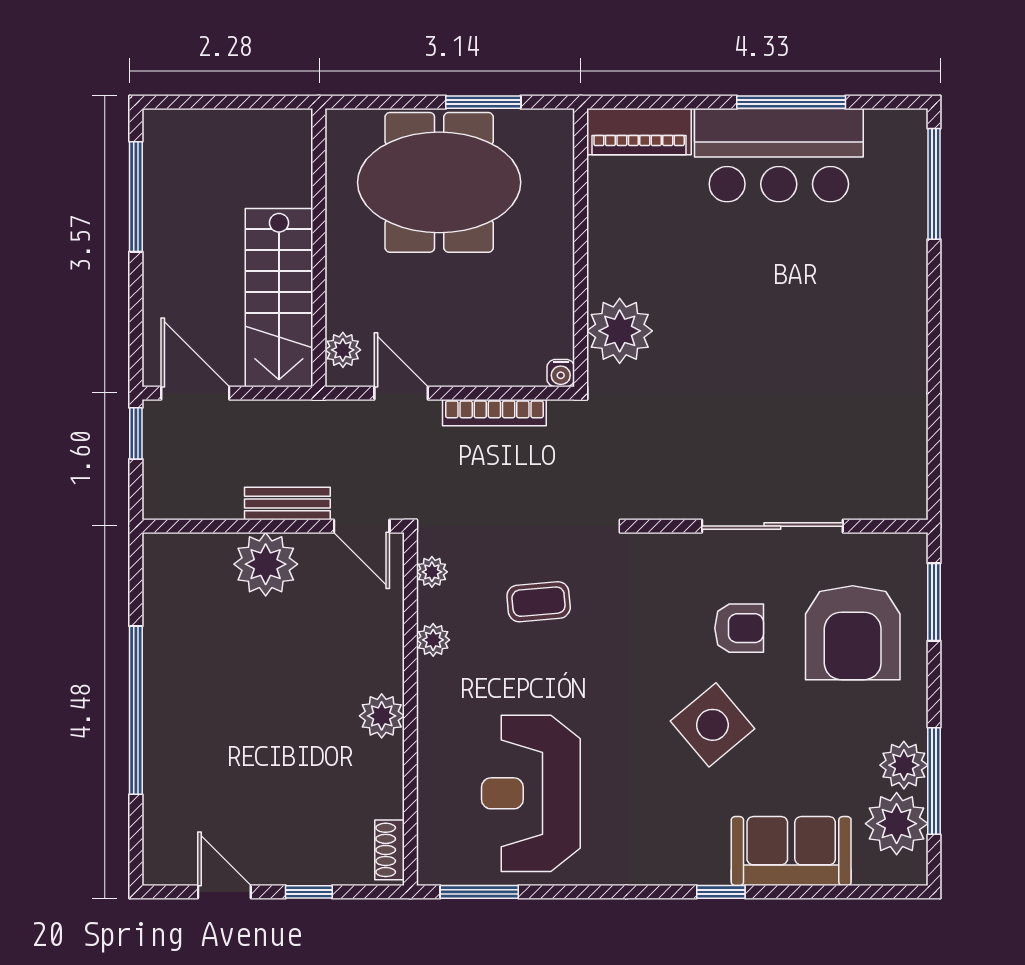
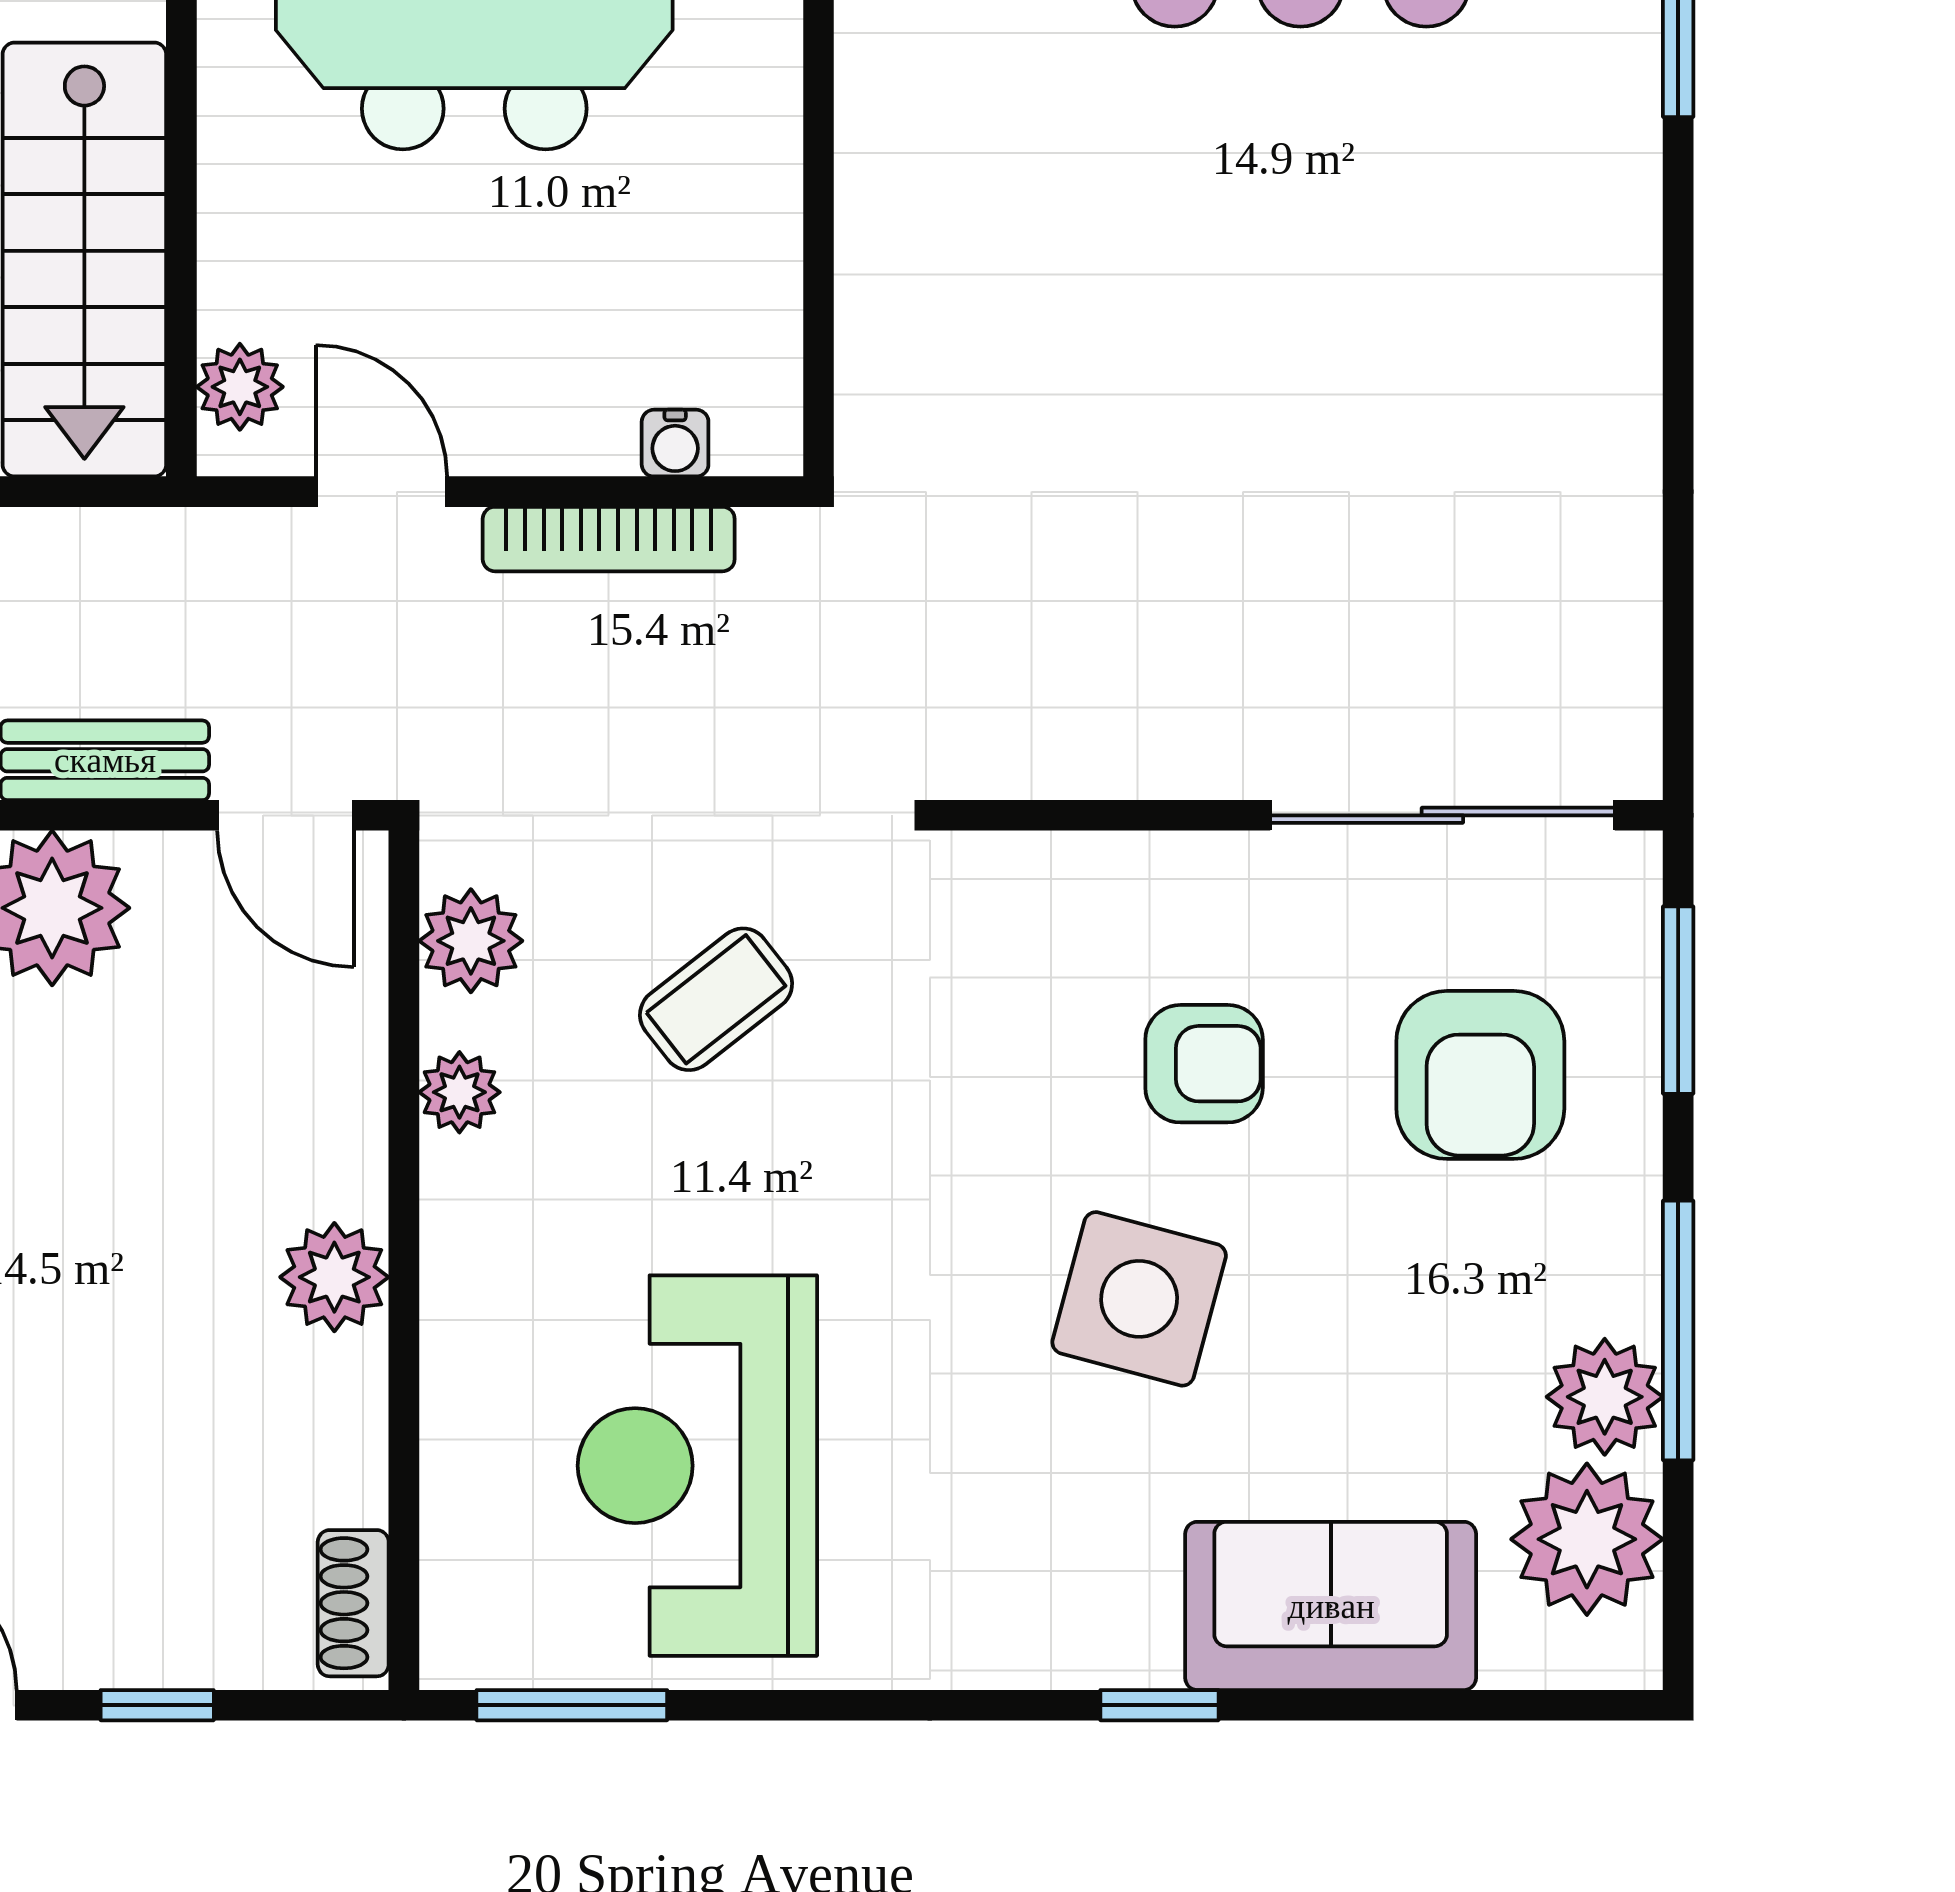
plant: (620, 331) -> (913, 340), removed
water cooler: (561, 373) -> (675, 443), moved
sliding door: (772, 526) -> (1442, 815), moved
plant: (432, 572) -> (471, 941), width x1.38, depth x1.38
coffee table: (539, 602) -> (716, 999), turned -33
armchair: (853, 633) -> (1480, 1075), width x0.73, depth x0.73
side table: (712, 725) -> (1139, 1299), turned -35
window: (934, 781) -> (1678, 1330), moved

